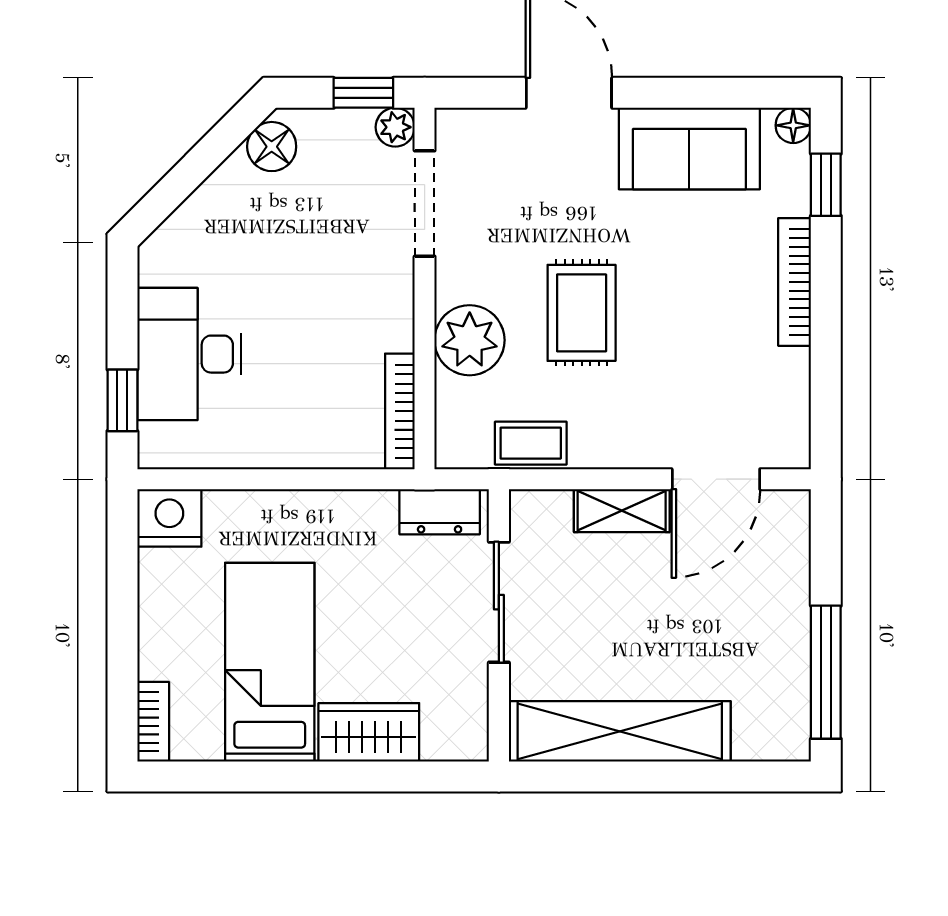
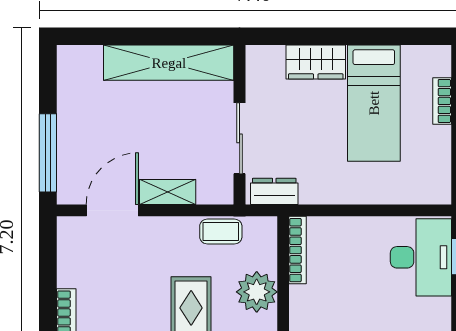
desk: (189, 354) -> (421, 257), moved
nightstand: (169, 518) -> (433, 188), removed
window: (826, 672) -> (48, 153), moved
bookcase: (153, 722) -> (442, 101), moved

